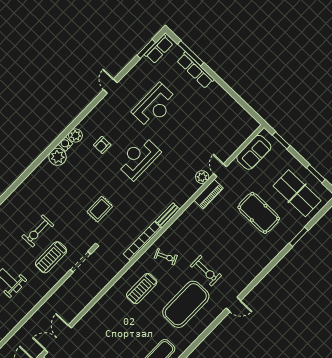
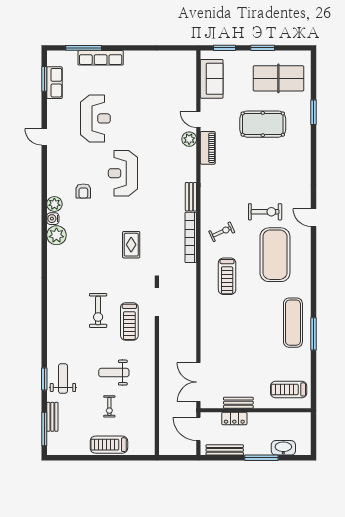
row of seats: (159, 49) -> (54, 83), moved
window: (316, 174) -> (263, 48), moved
door: (233, 304) -> (314, 218), swing flipped

